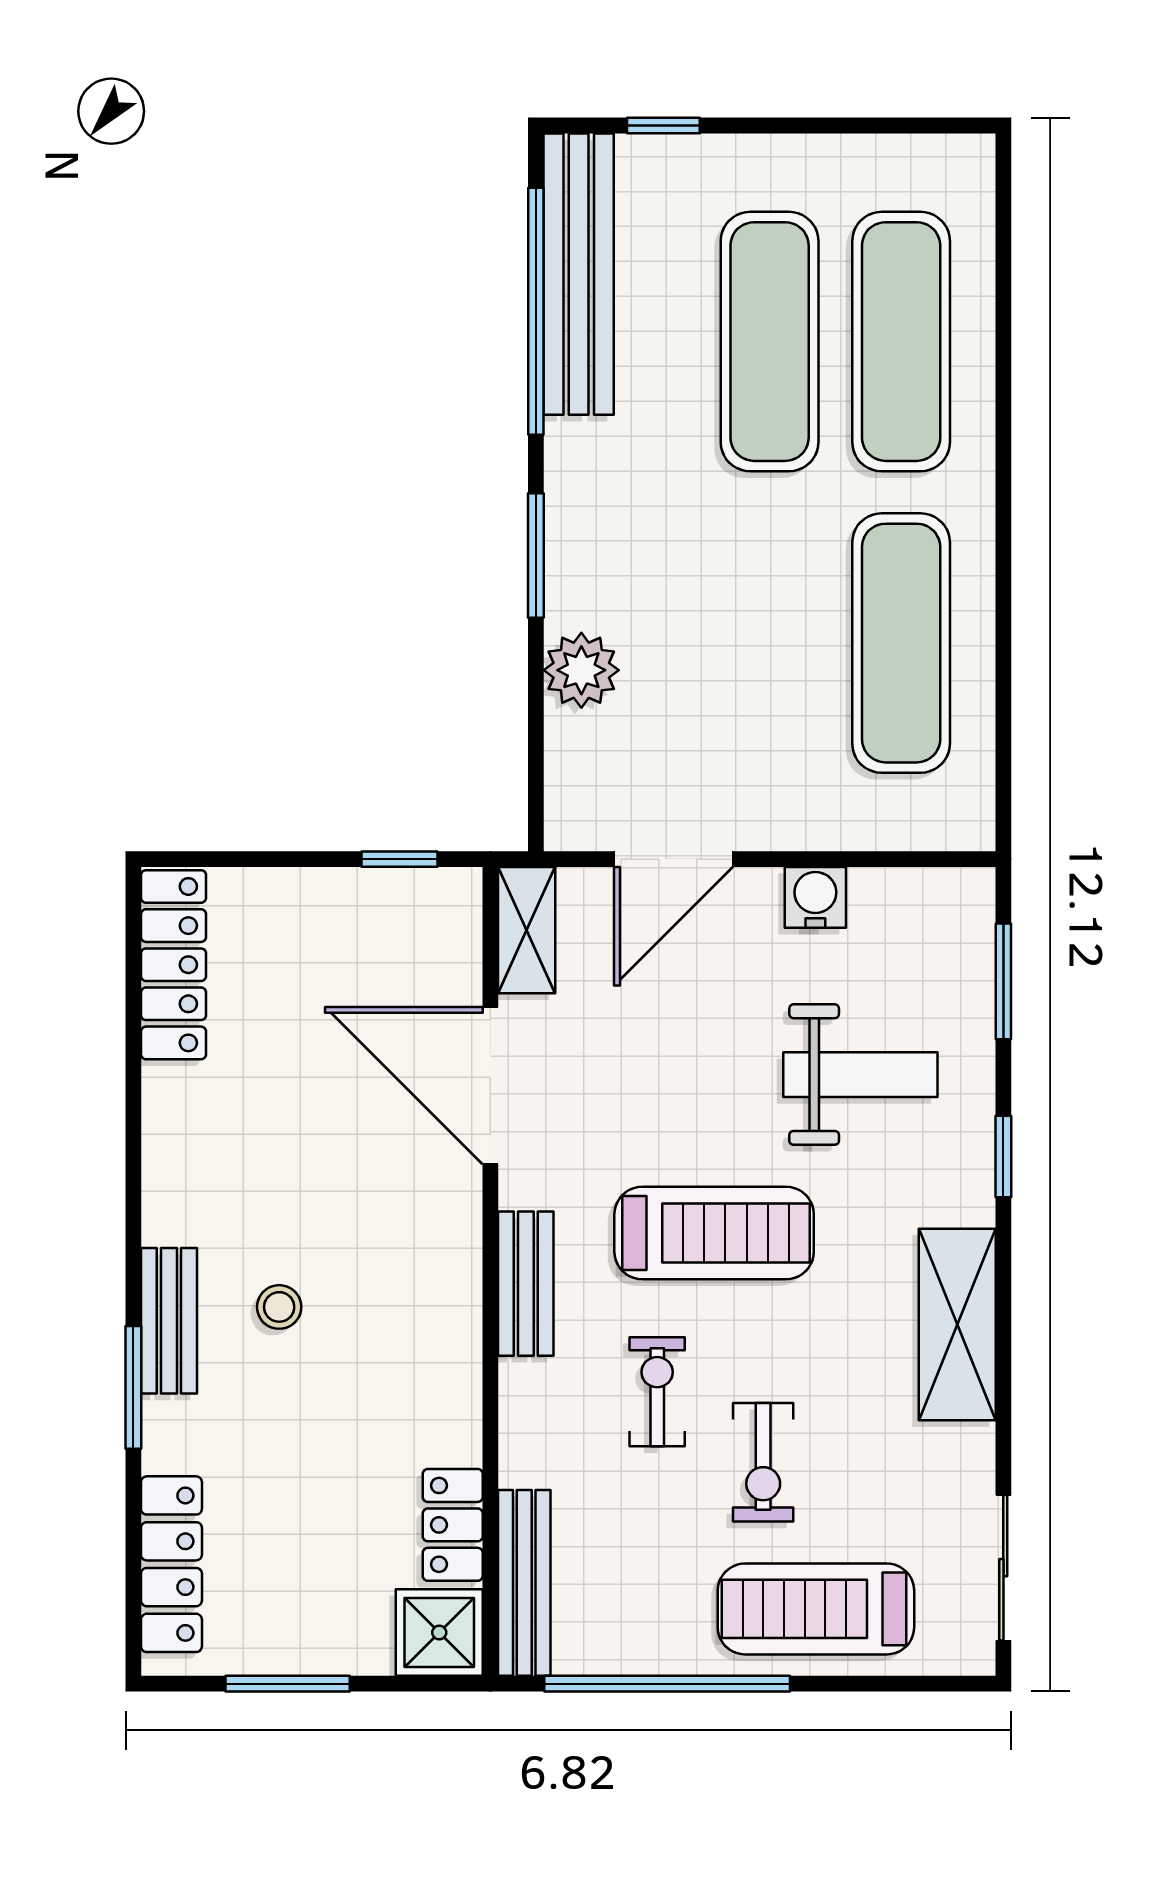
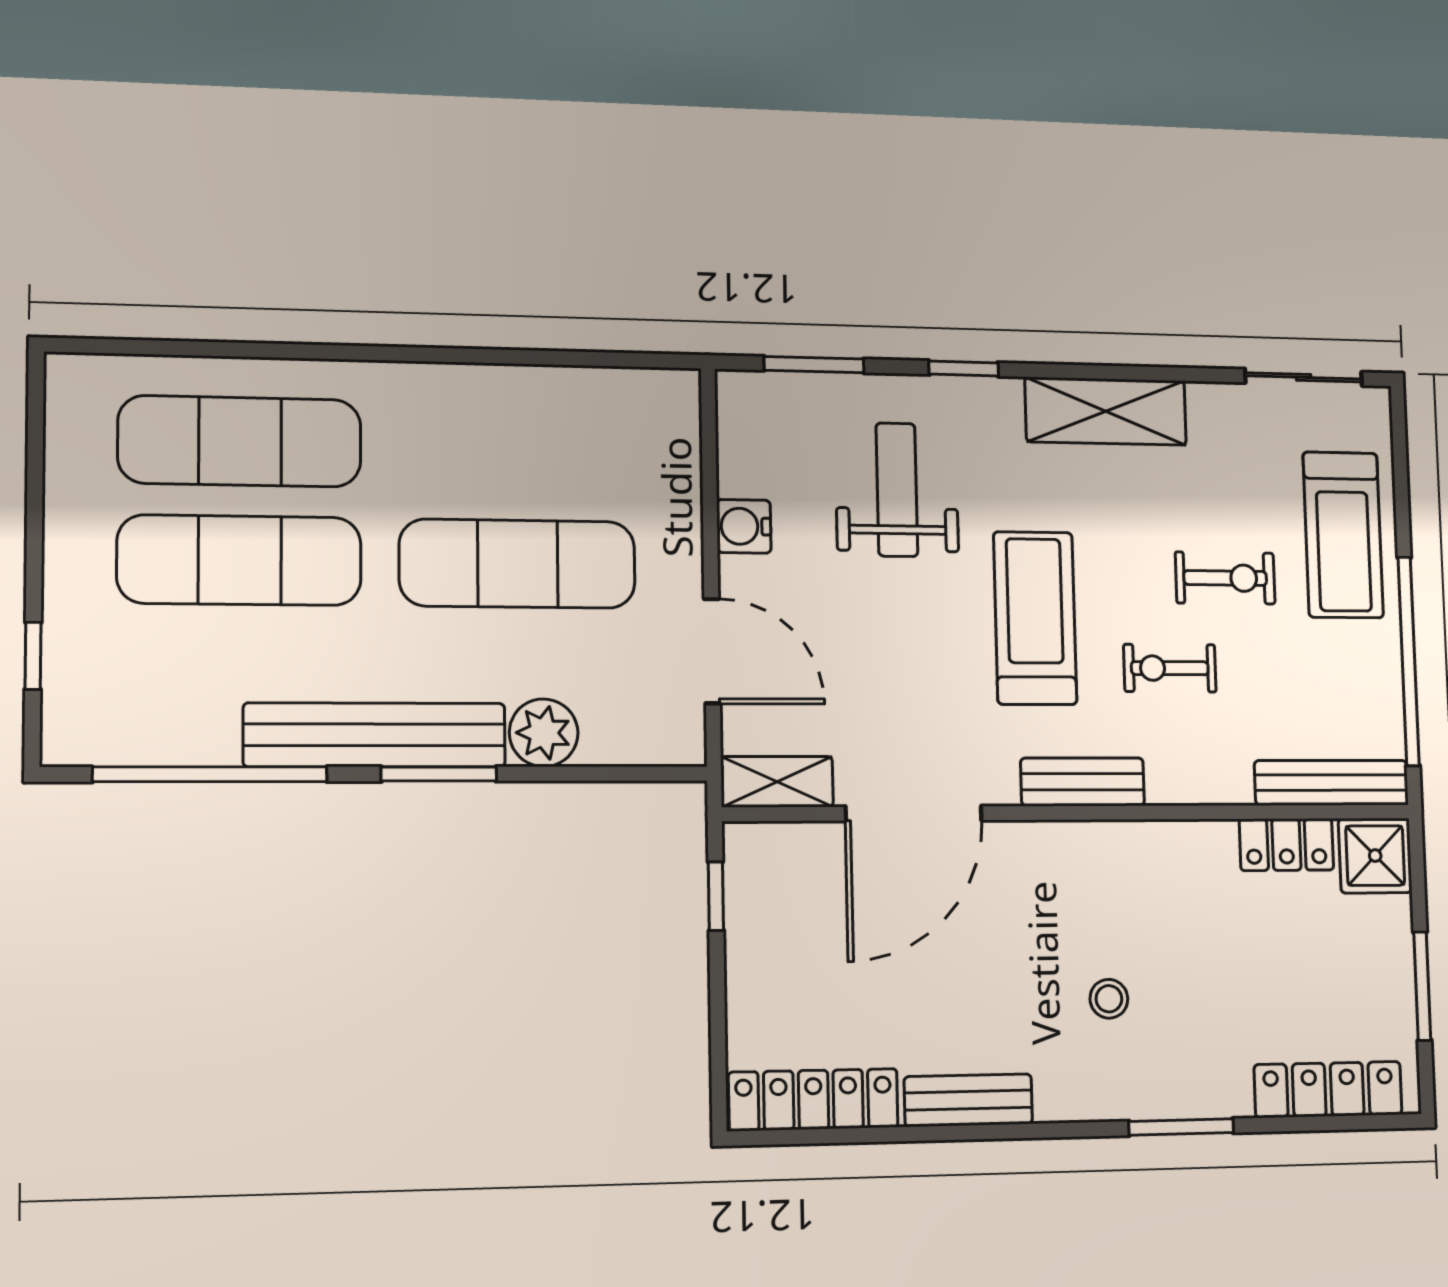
bench: (579, 274) -> (375, 735), moved
exercise mat: (901, 643) -> (518, 564), moved
bench: (169, 1321) -> (968, 1100), moved

